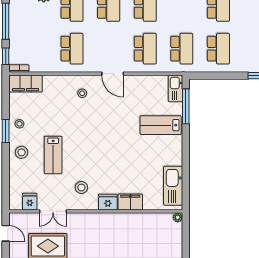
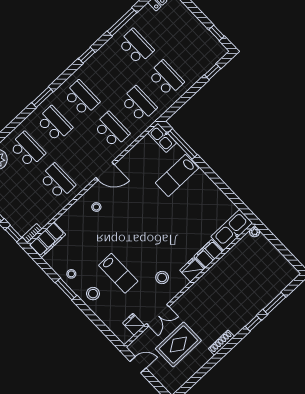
kitchen sink: (173, 186) -> (232, 230), moved, turned 90

